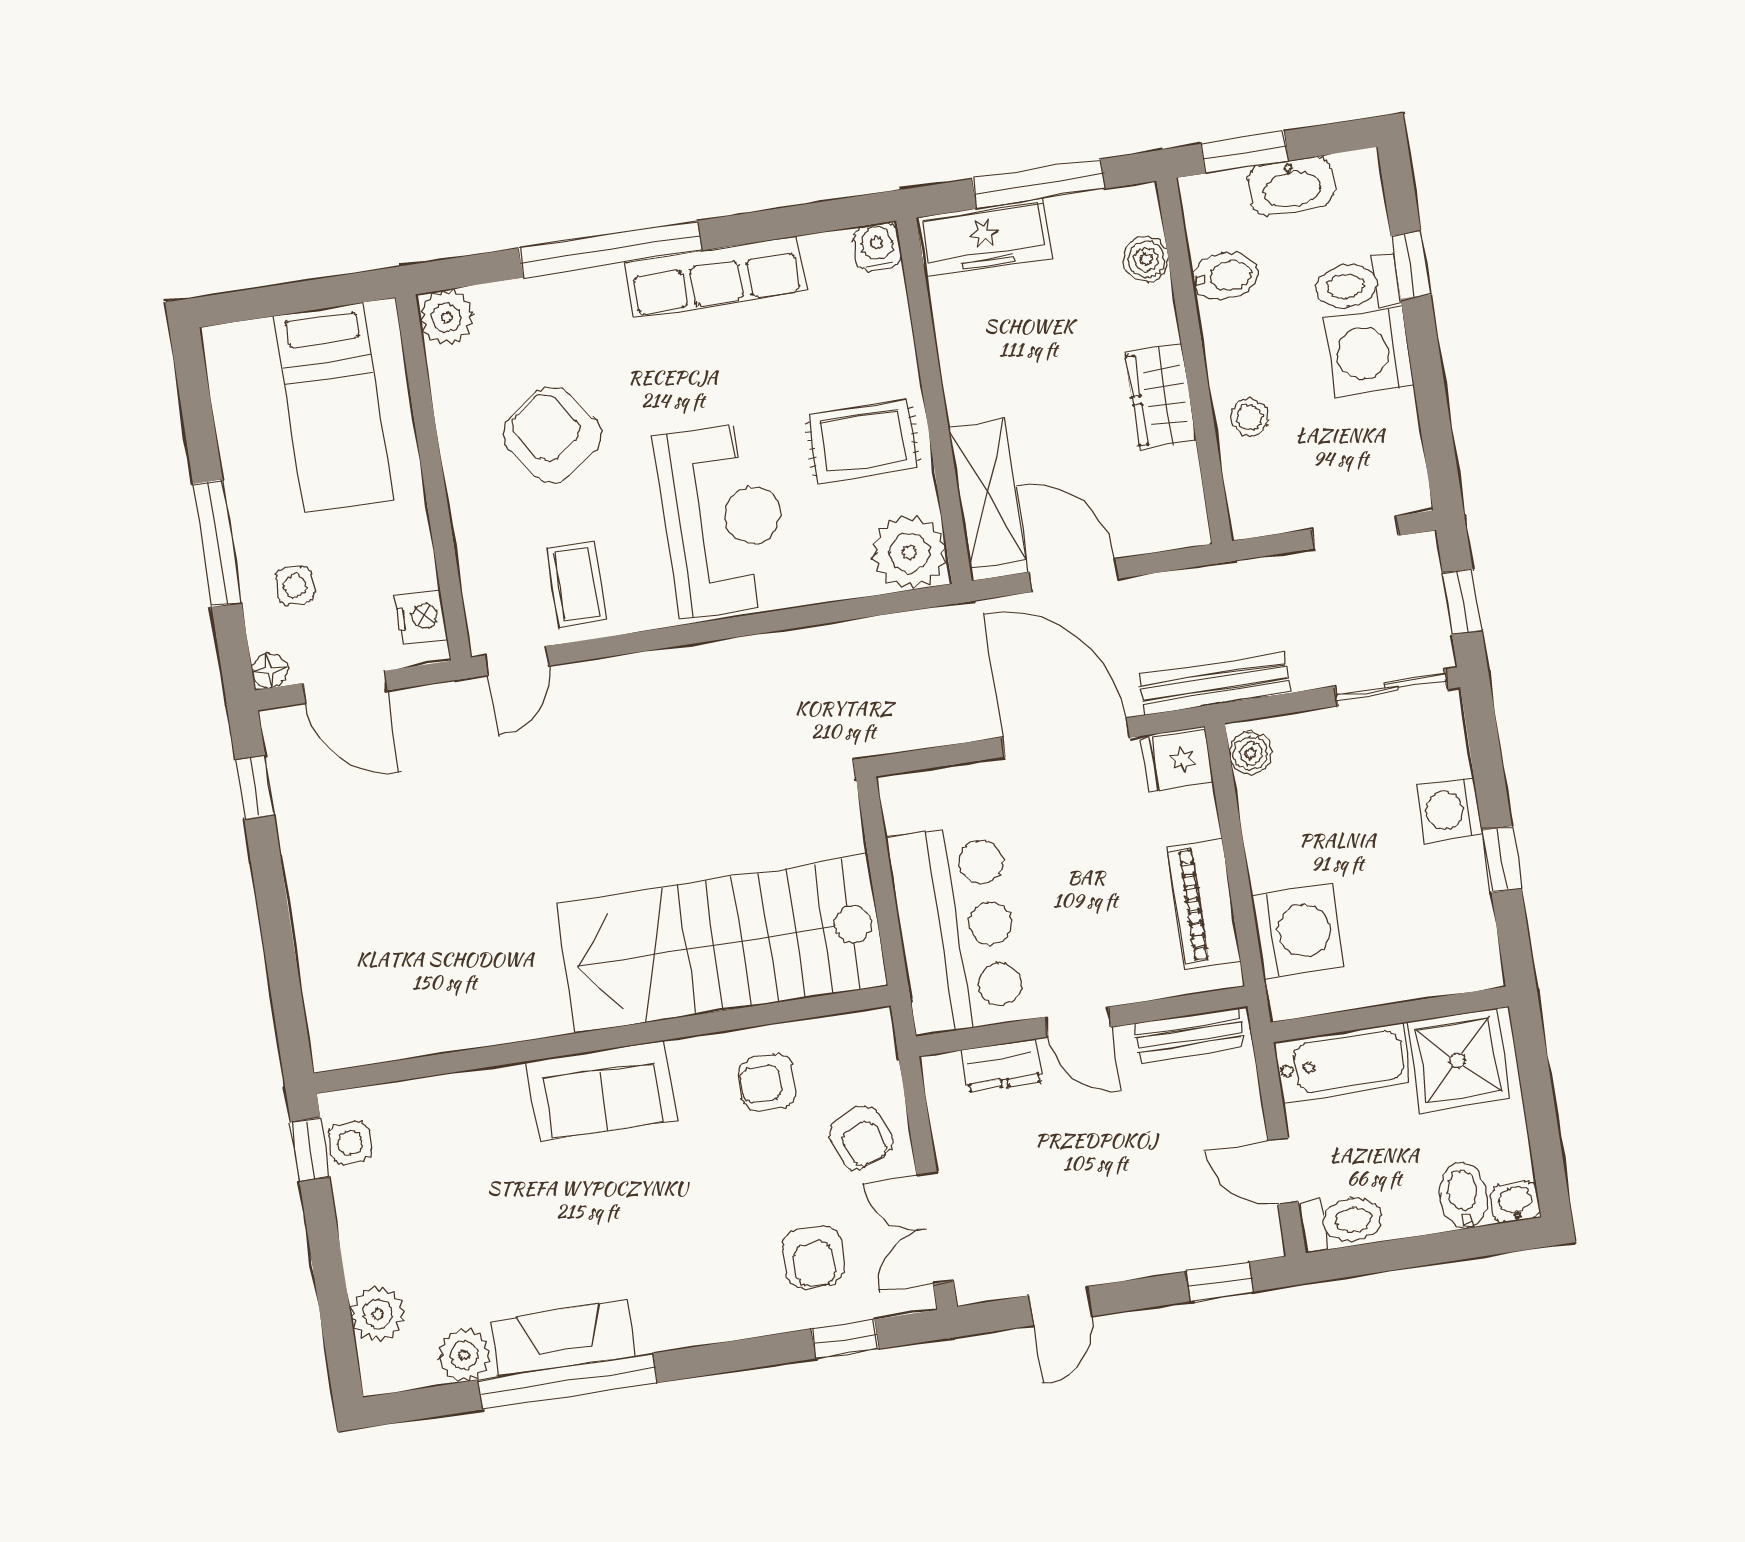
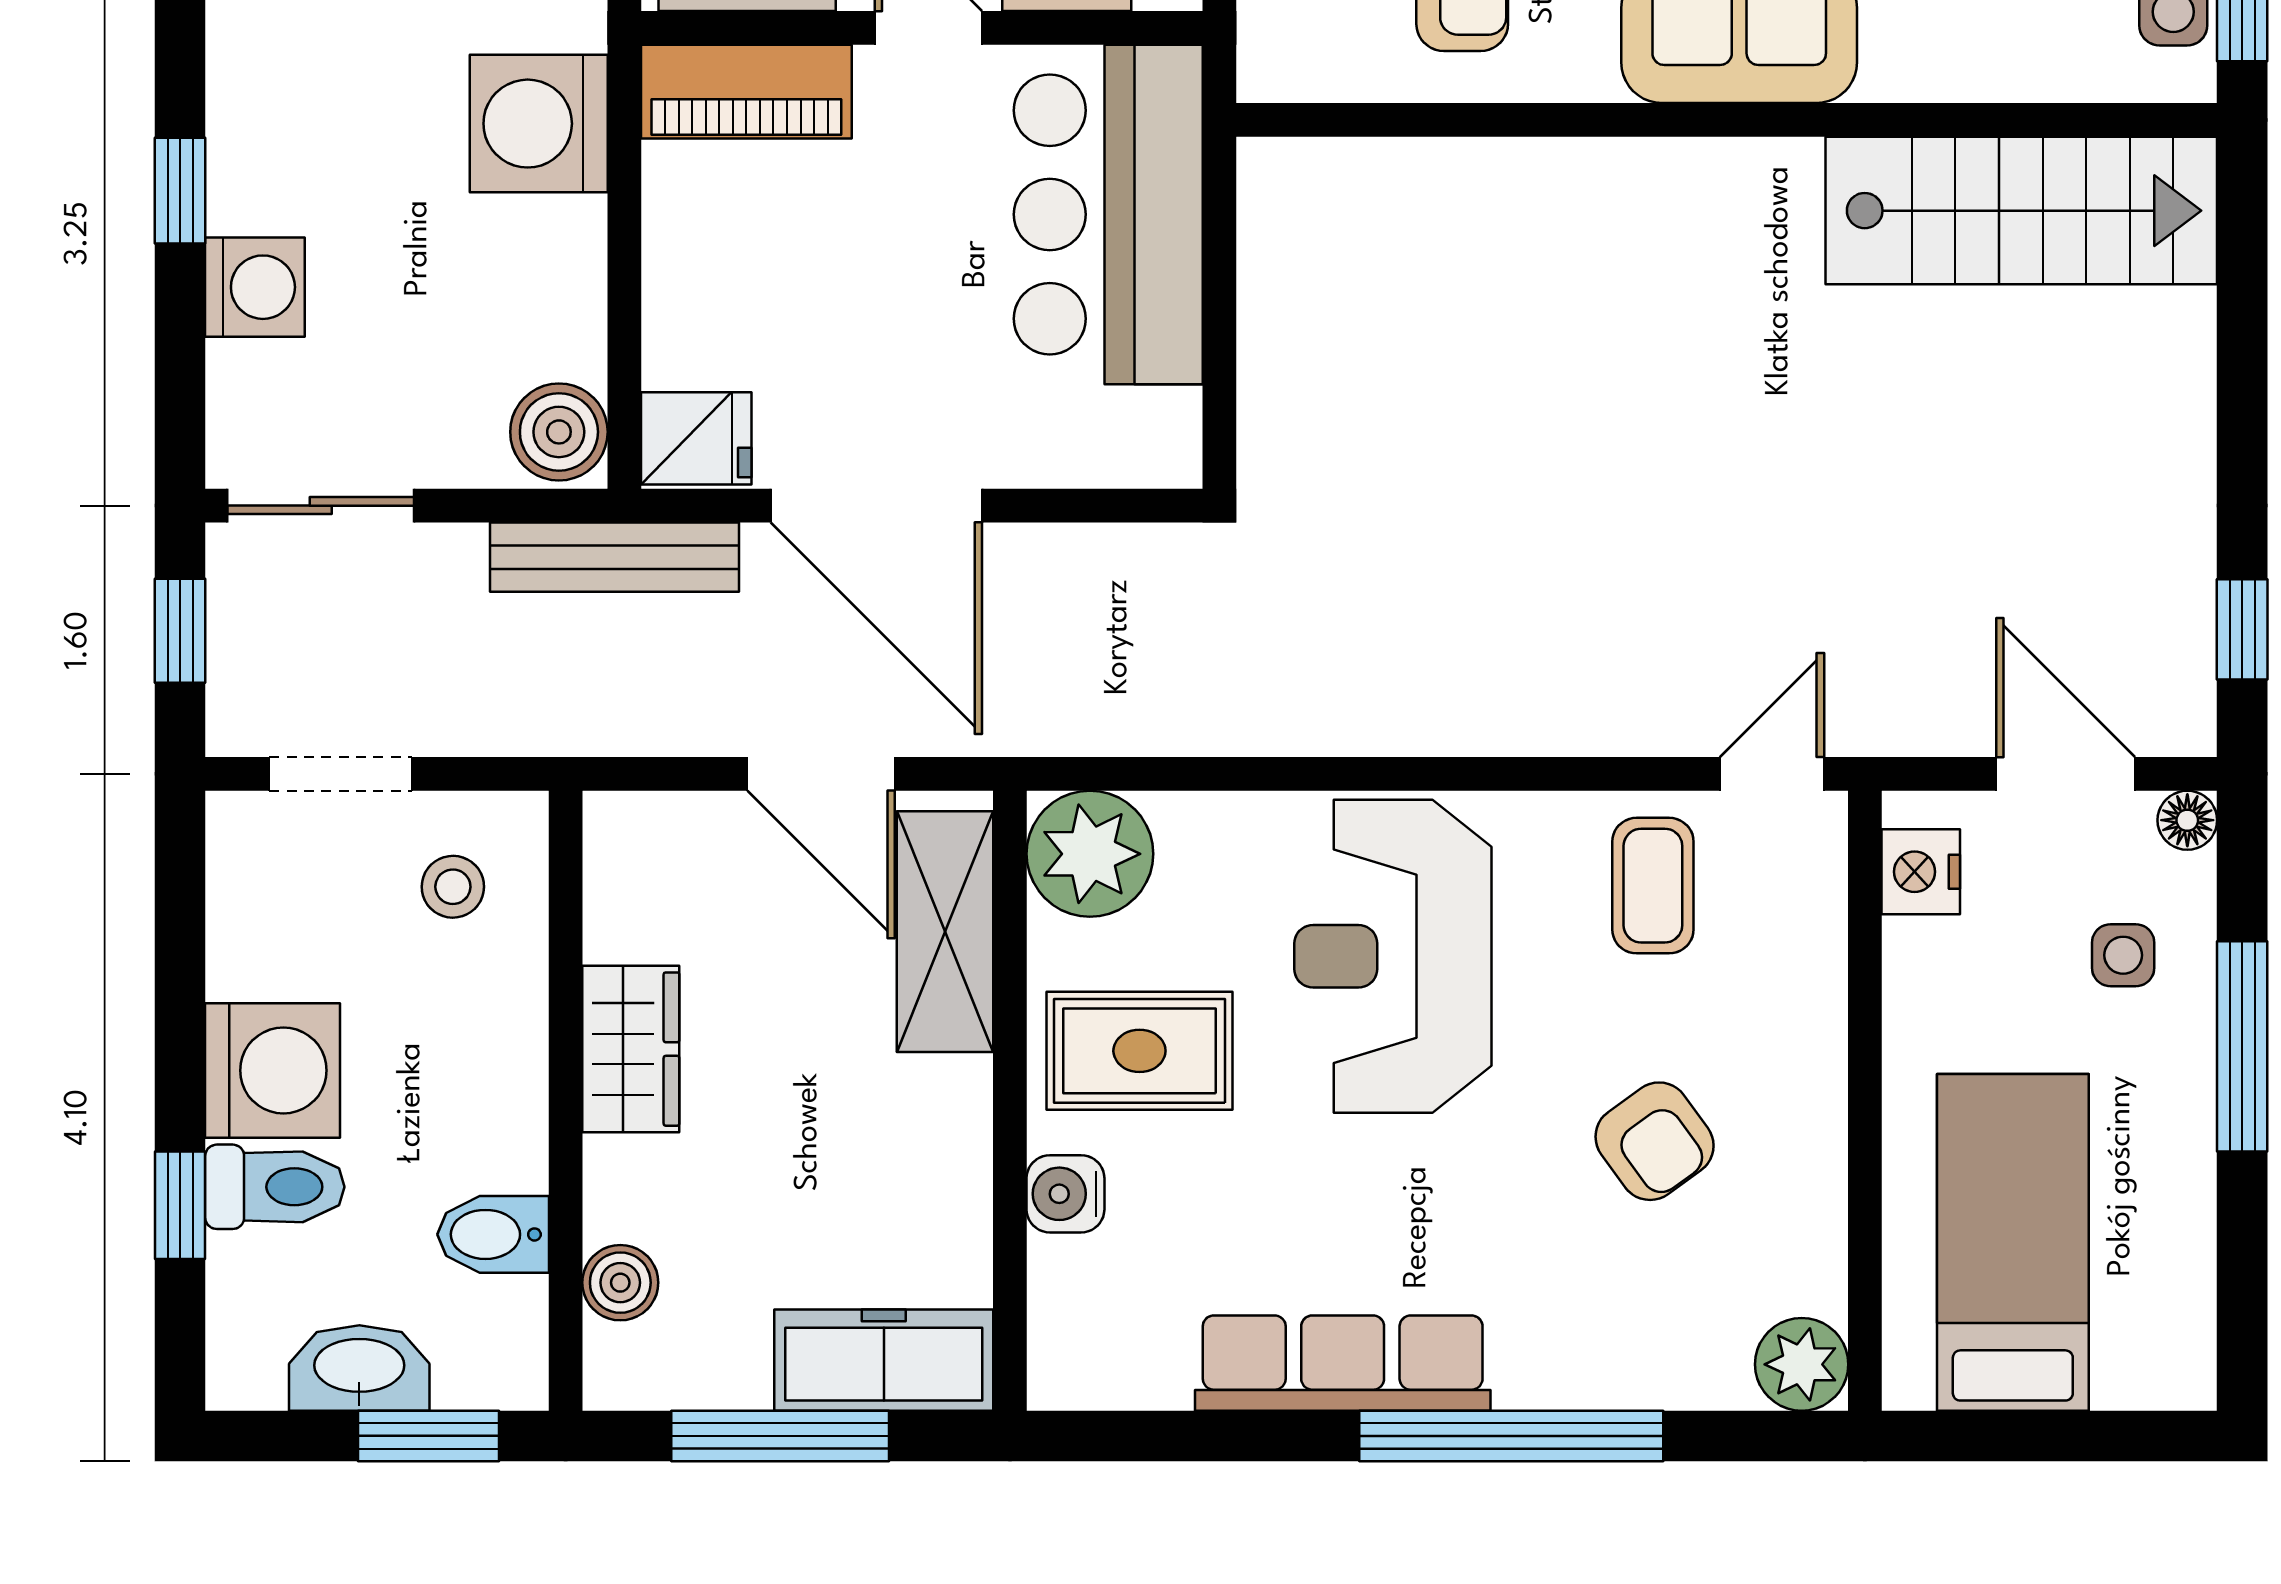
water cooler: (877, 247) -> (1065, 1194), moved, turned 90
stool: (1250, 417) -> (453, 887), moved
armchair: (553, 435) -> (1655, 1141), width x0.72, depth x0.72
boiler: (1251, 753) -> (559, 432), width x1.36, depth x1.36
piano: (1204, 904) -> (746, 92), moved, turned 90
stairs: (722, 944) -> (2021, 211), moved, width x0.73, depth x0.66

